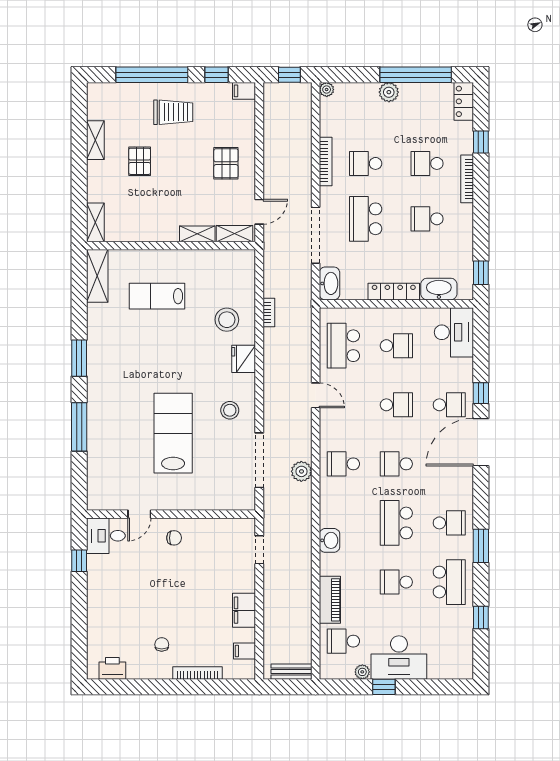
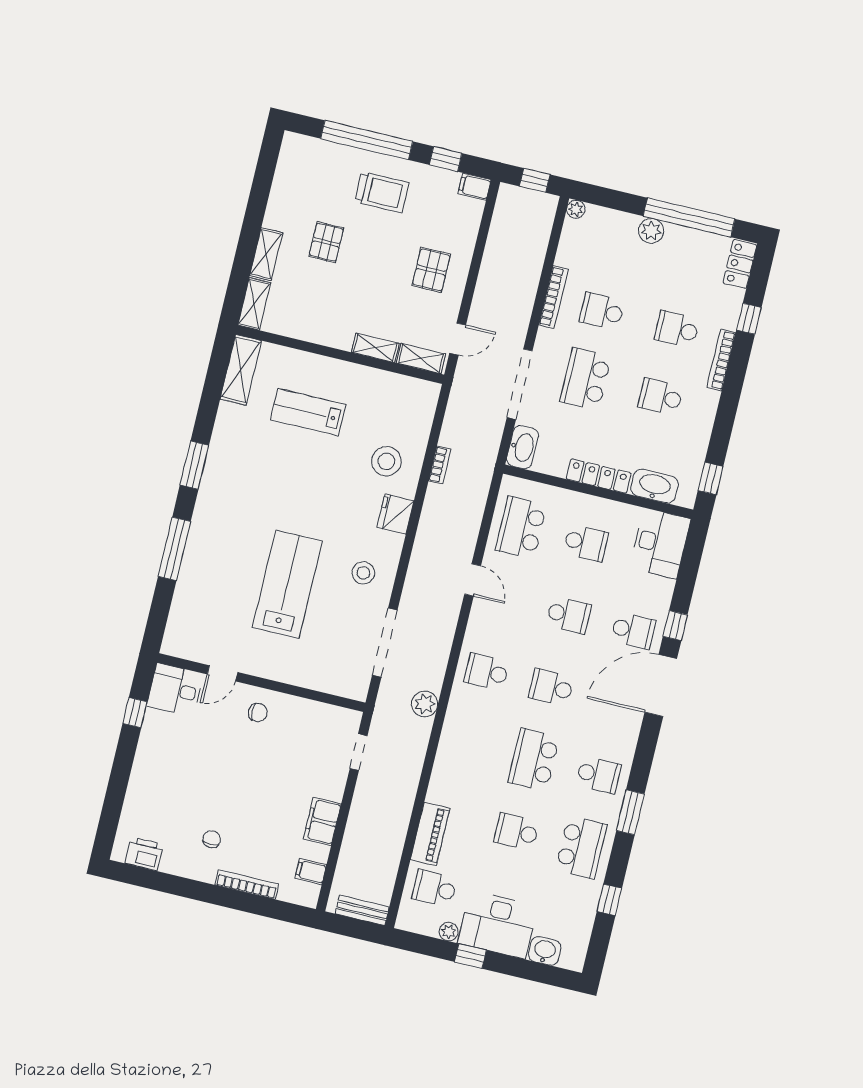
shelving: (95, 140) -> (266, 254), moved
plant: (301, 471) -> (425, 704), moved
washbasin: (330, 540) -> (545, 951), moved, turned -90

